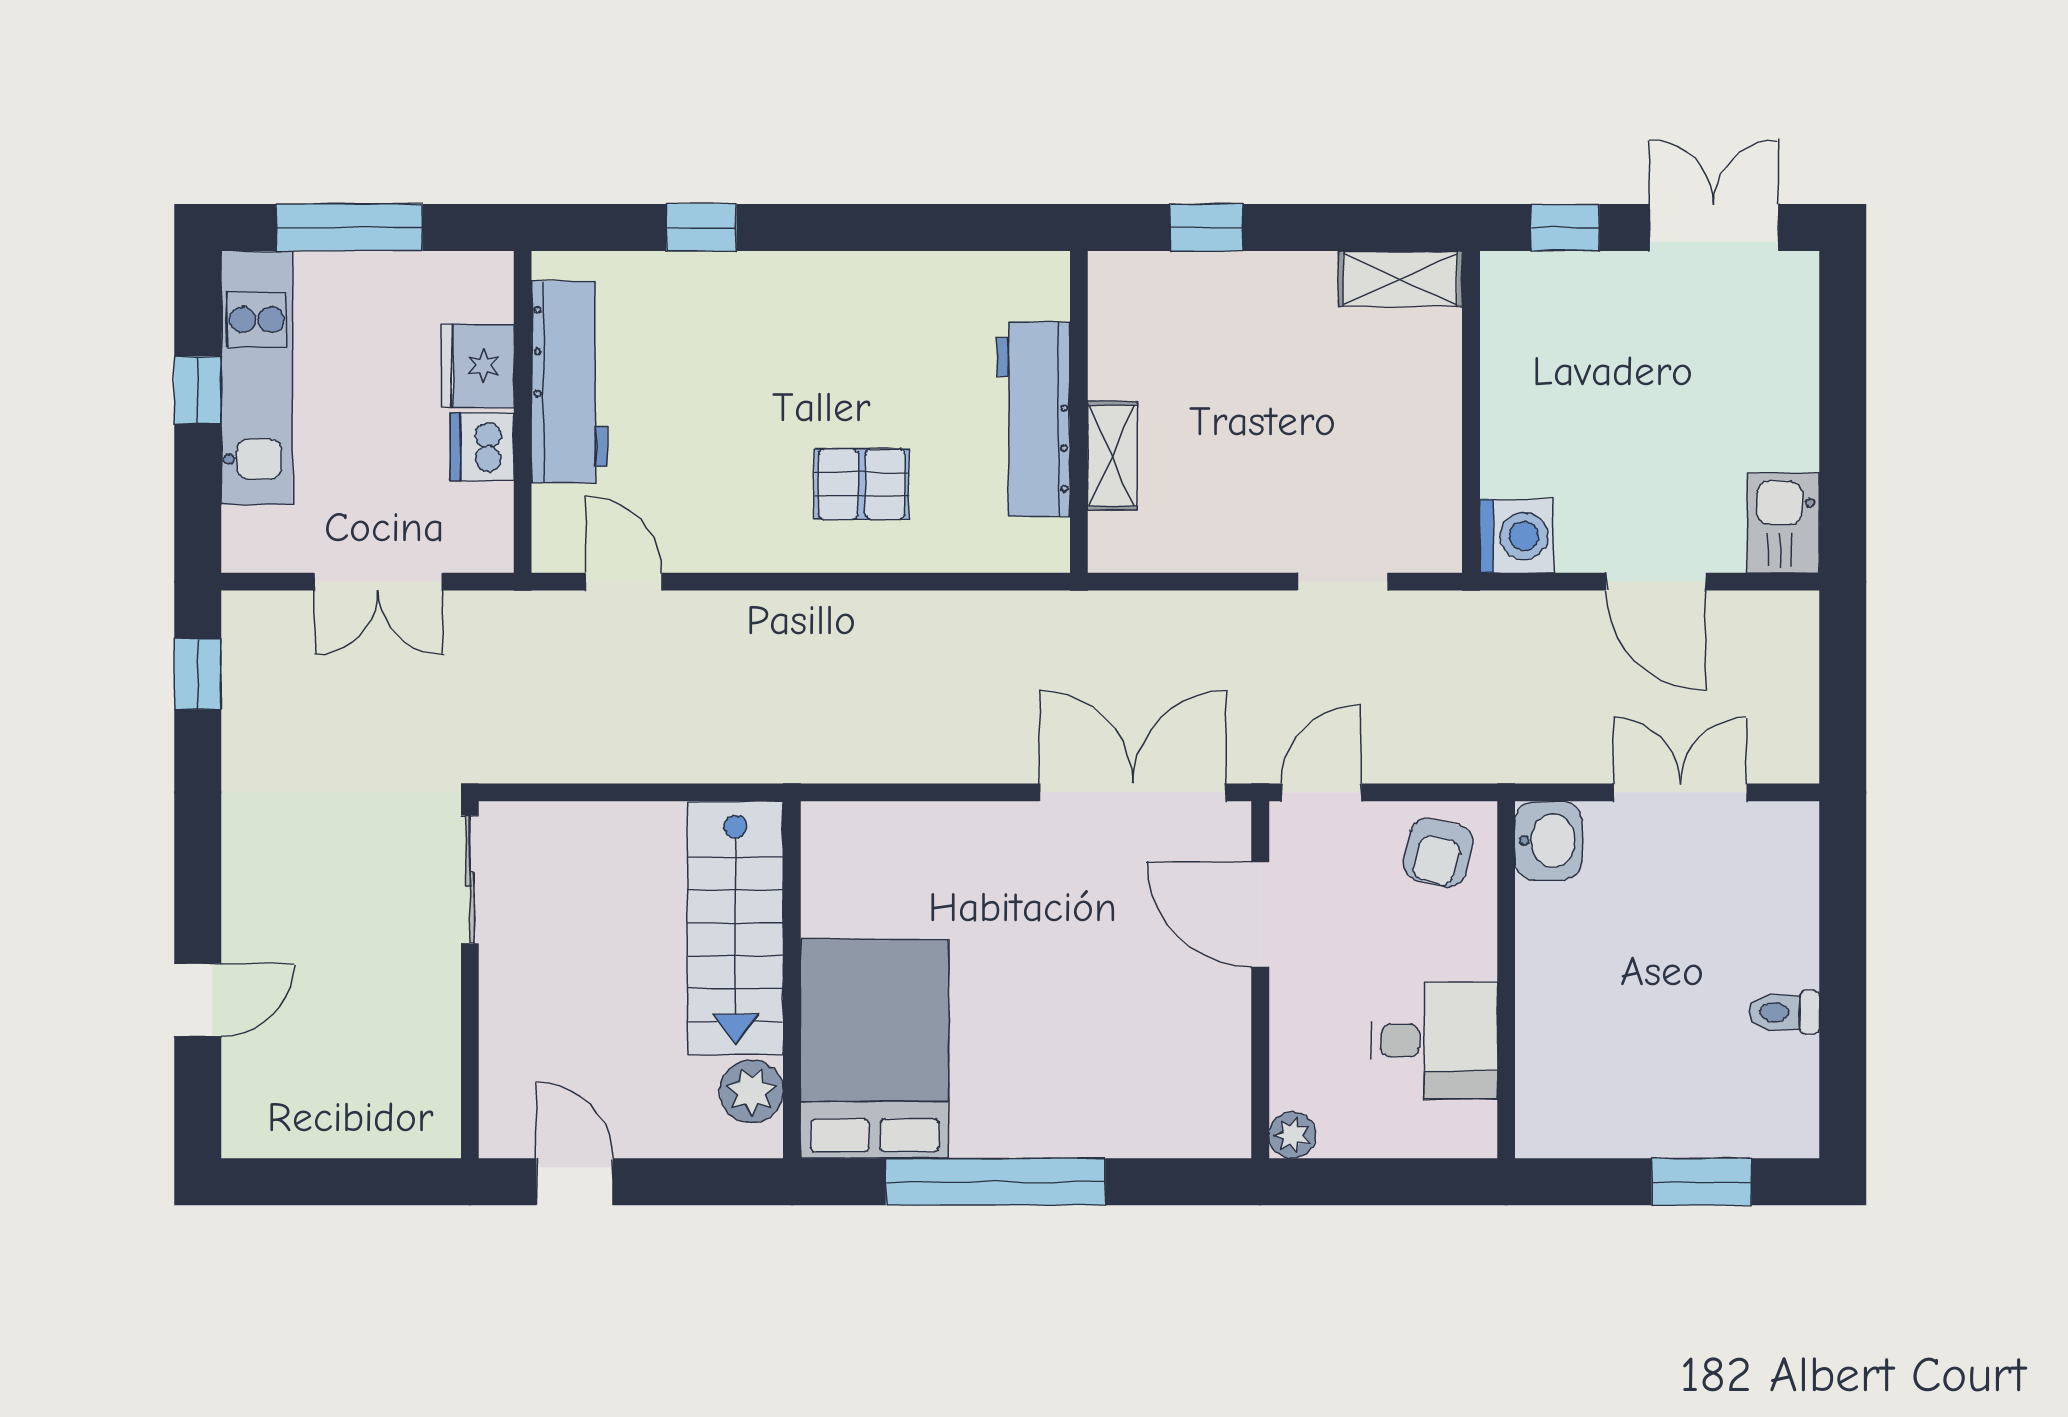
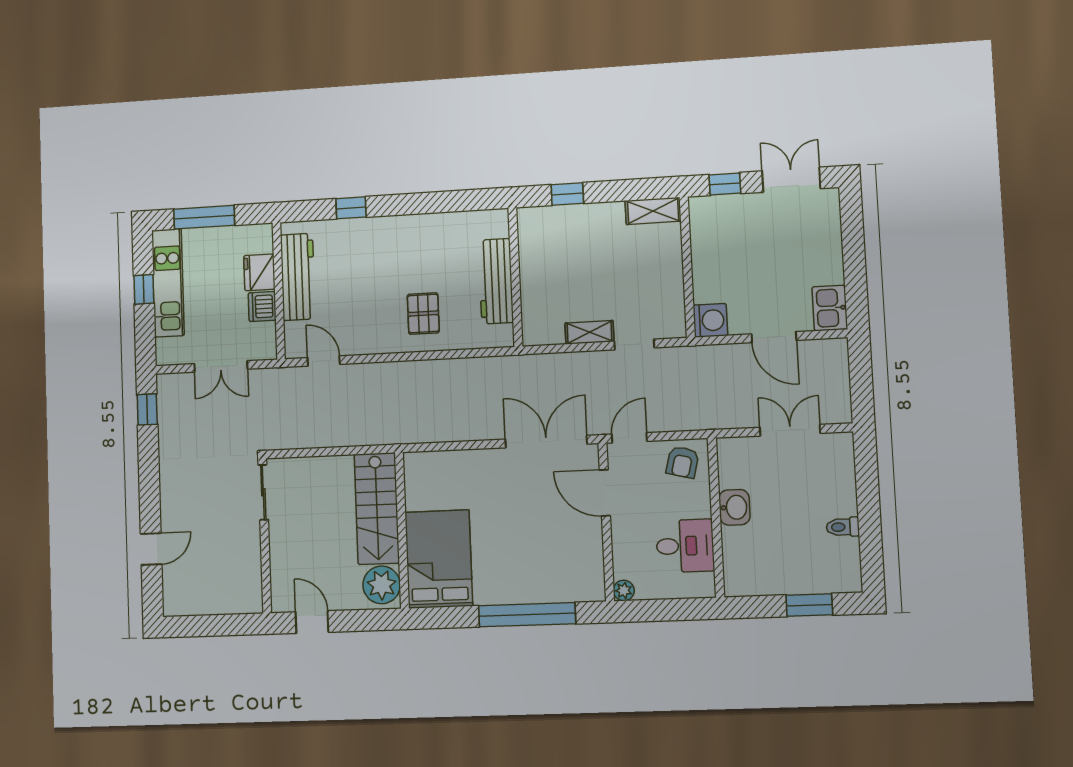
shelving: (1112, 456) -> (589, 332), moved, turned 90
pallet: (862, 484) -> (423, 314), turned 90
washbasin: (1548, 841) -> (734, 507), moved
plant: (752, 1091) -> (382, 585), width x1.36, depth x1.36
window: (995, 1182) -> (527, 615), moved

